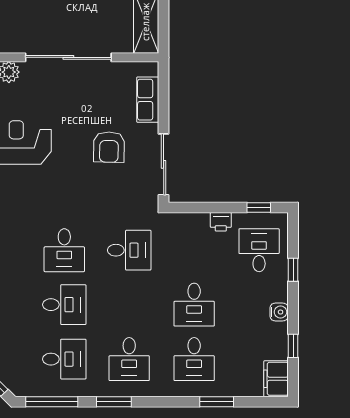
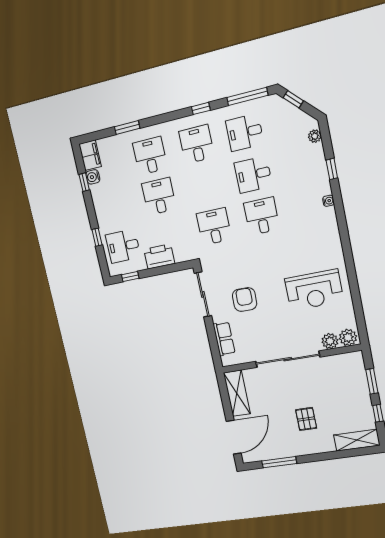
printer: (221, 222) -> (159, 256), width x1.87, depth x1.48
desk: (129, 250) -> (214, 226), turned 90
desk: (259, 250) -> (123, 246), turned 90
water cooler: (279, 312) -> (93, 177), moved
window: (114, 402) -> (201, 108), width x0.67

